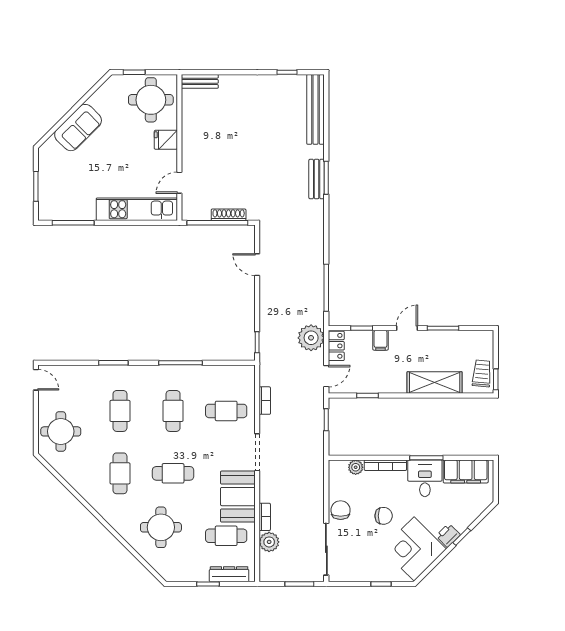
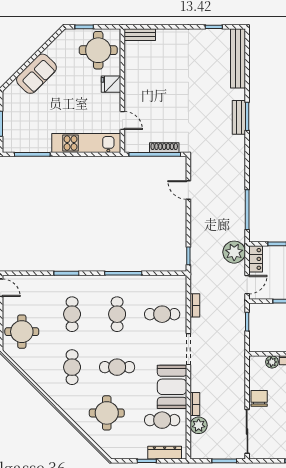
door: (179, 183) -> (122, 121), swing flipped

